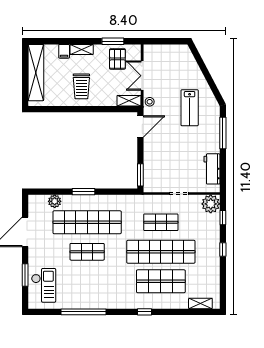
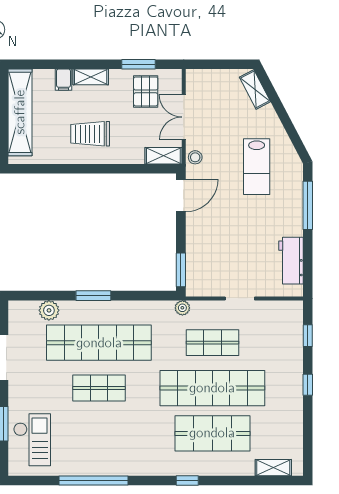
shelving: (189, 58) -> (255, 89), added
trolley: (81, 86) -> (90, 134), turned 90
plant: (211, 204) -> (182, 308), moved, width x0.53, depth x0.53

